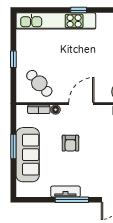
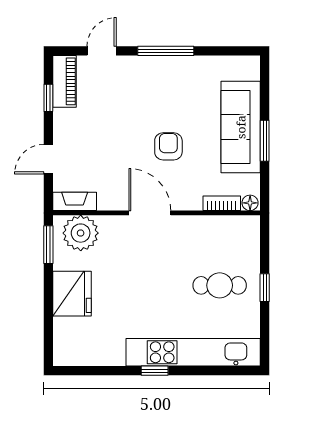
cafe table: (39, 83) -> (220, 285), moved, turned -47
door: (81, 104) -> (150, 213), swing flipped
floor lamp: (56, 110) -> (250, 203), moved
tv unit: (65, 192) -> (177, 65), removed

